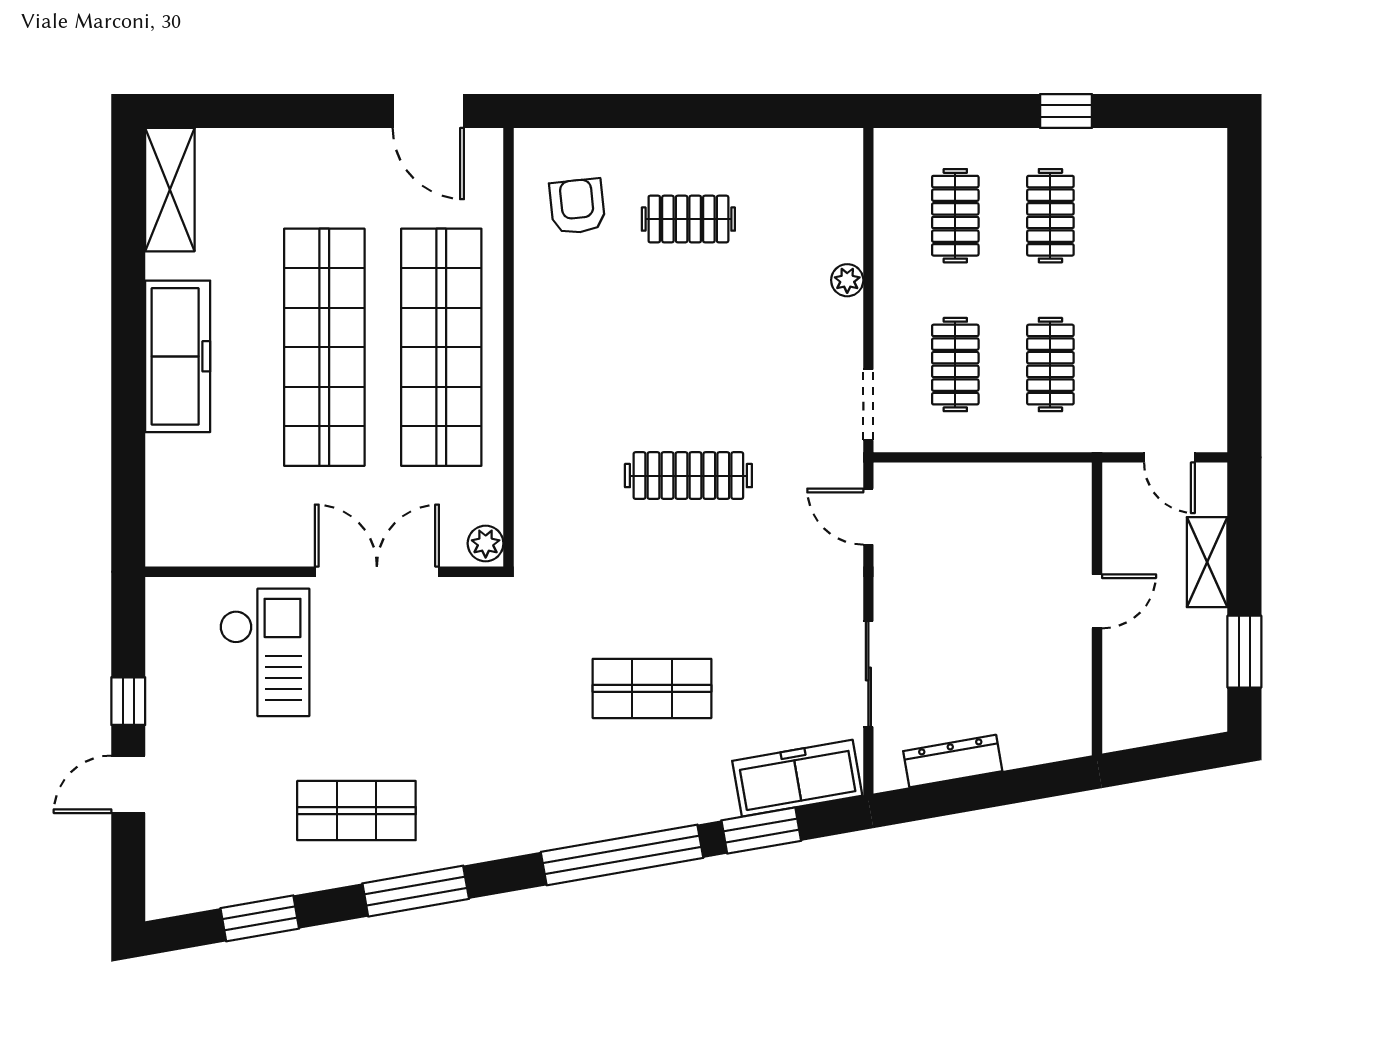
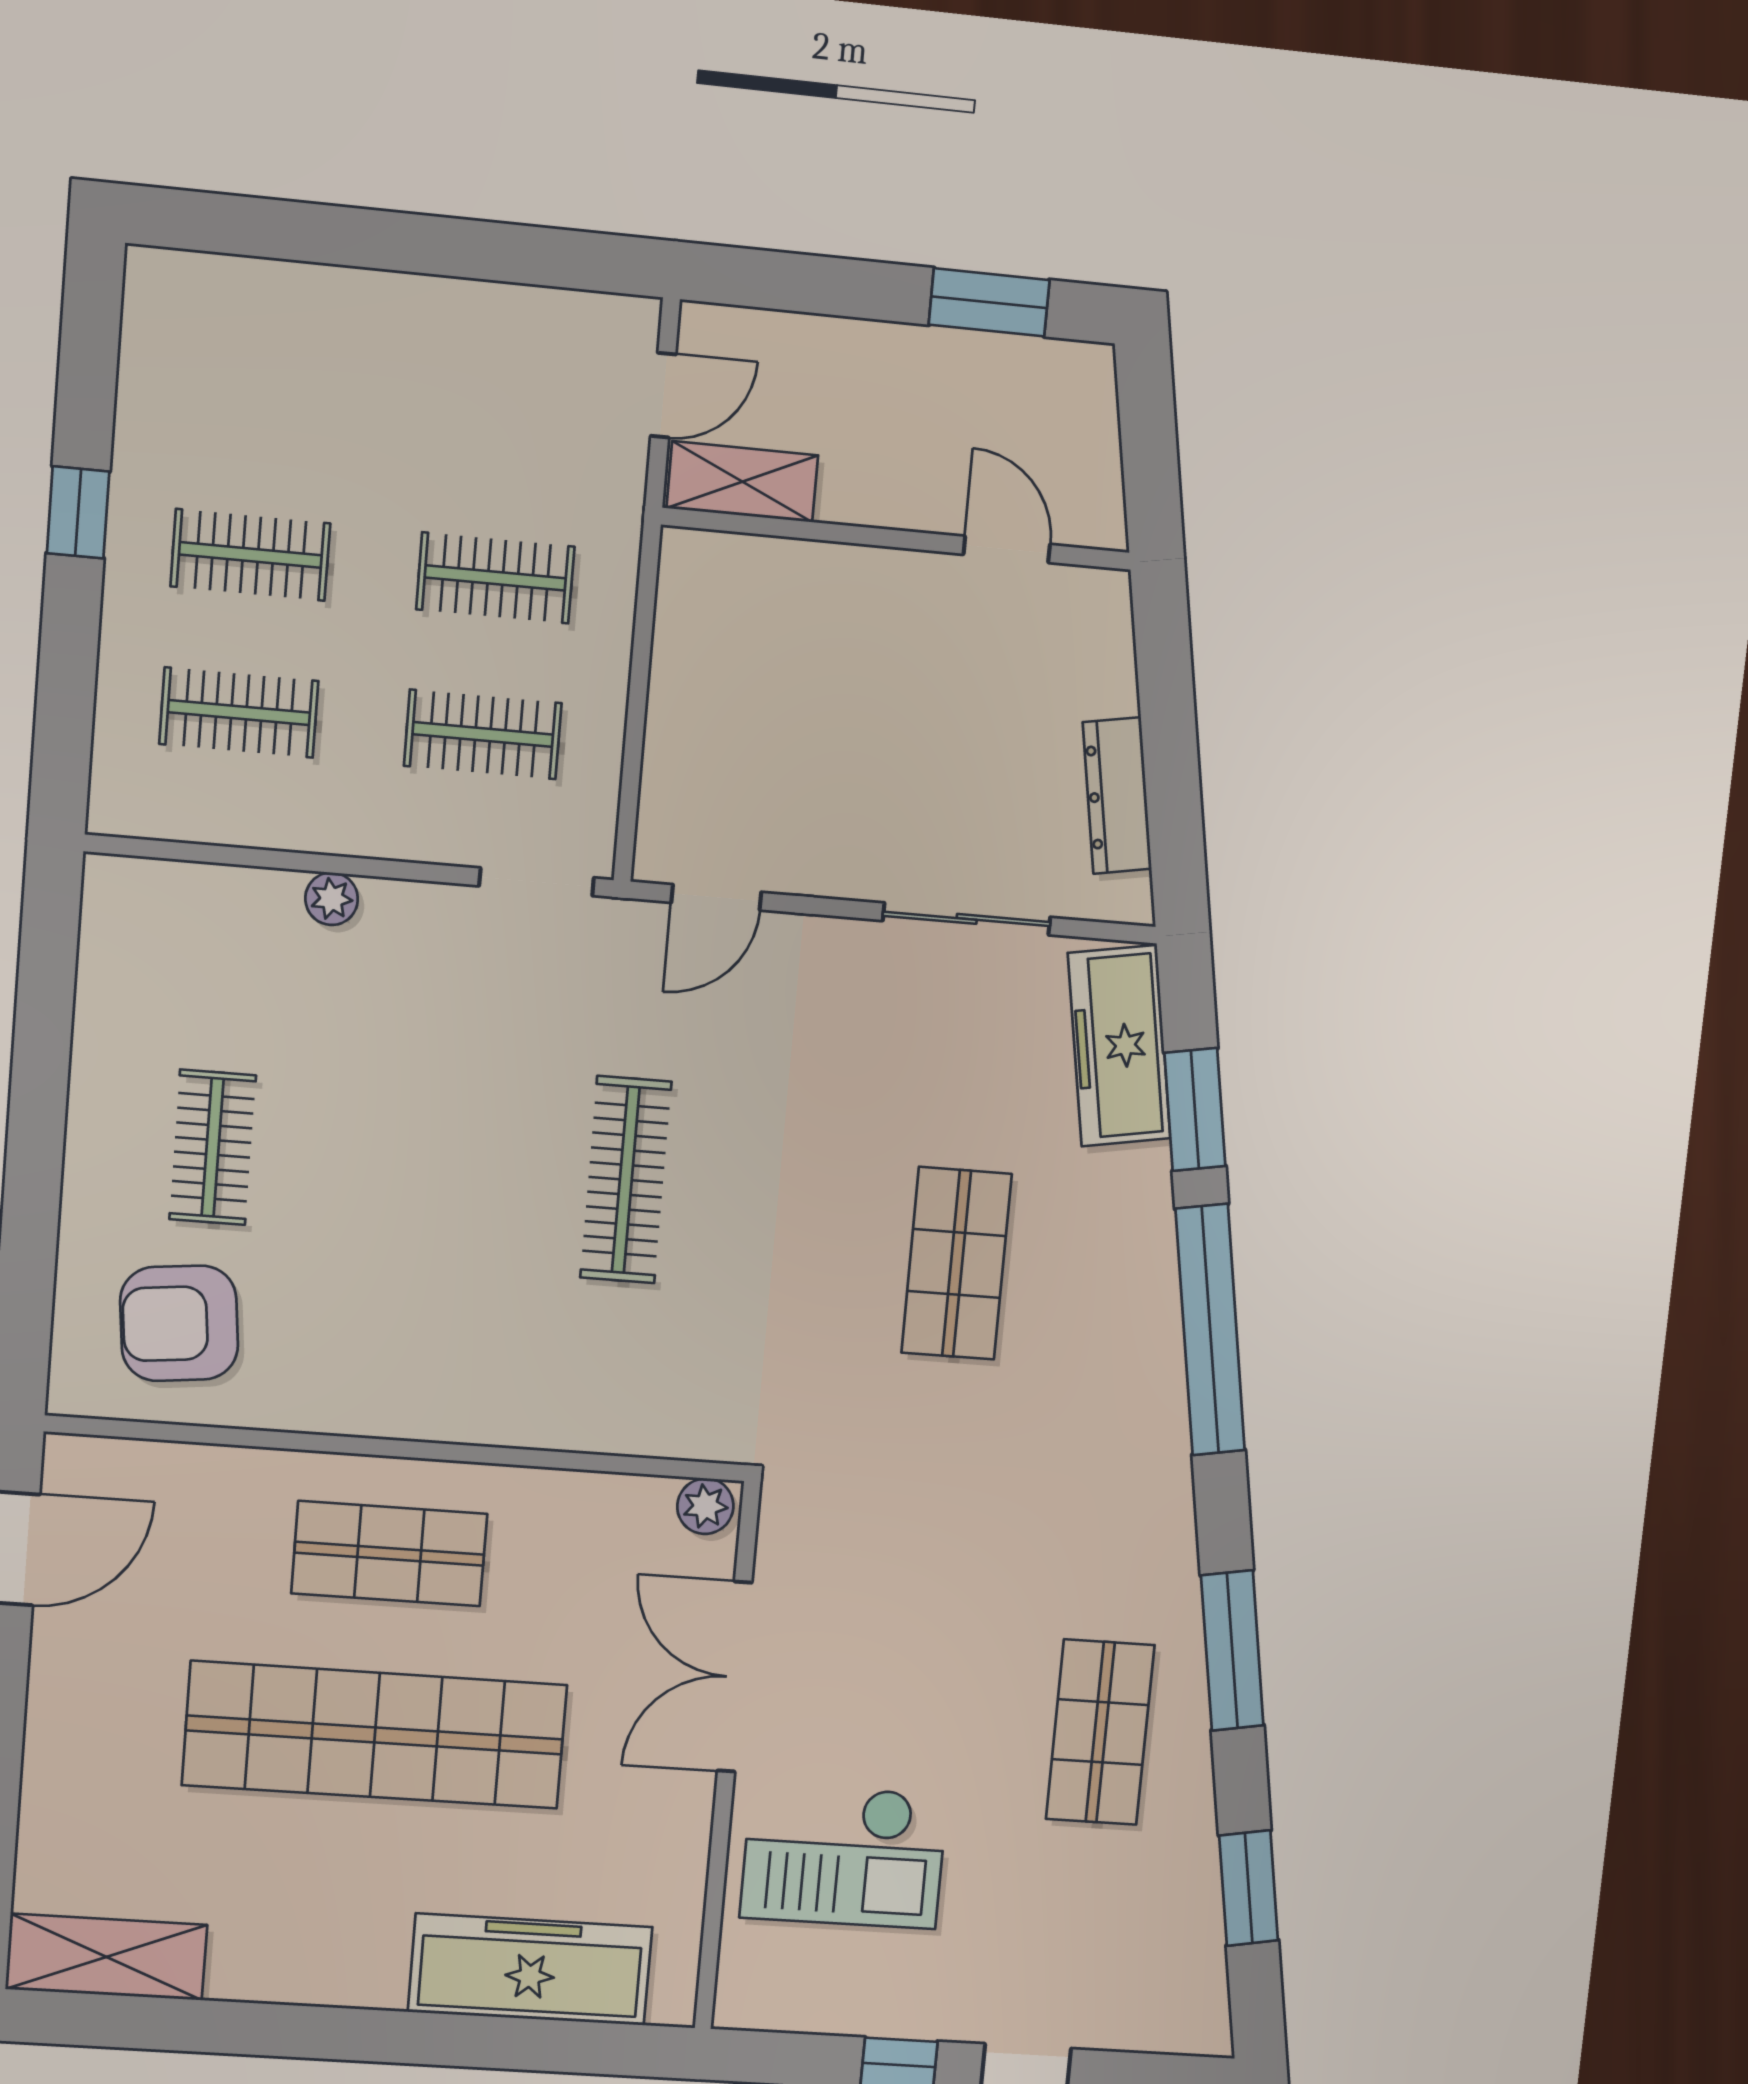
armchair: (577, 206) -> (179, 1323), width x1.38, depth x1.38
shop shelf: (441, 347) -> (389, 1554), width x0.50, depth x0.74
freezer: (178, 356) -> (530, 1969), moved
shelving: (1207, 562) -> (742, 482), moved
door: (1097, 601) -> (1007, 549), moved
checkout: (265, 652) -> (844, 1856), turned 180

